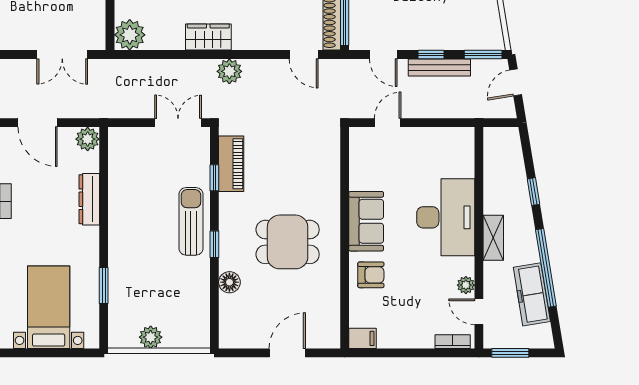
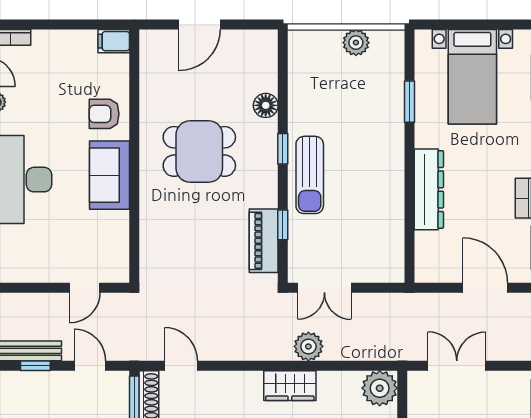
plant: (229, 71) -> (308, 346), moved
plant: (88, 139) -> (428, 269), removed
dresser: (89, 199) -> (429, 189), width x1.37, depth x1.24

